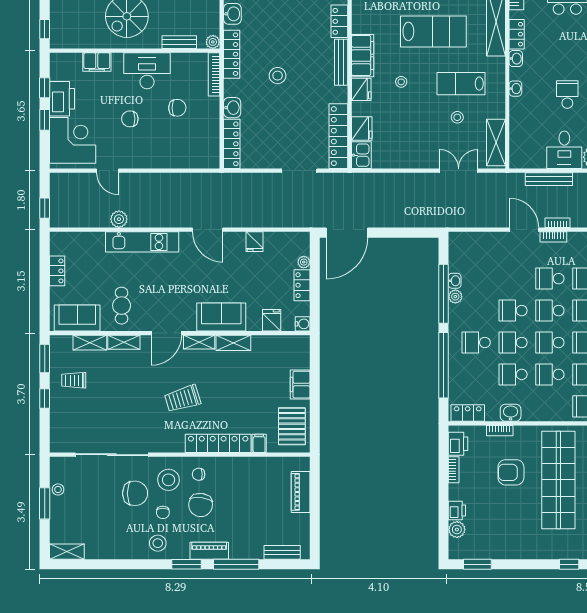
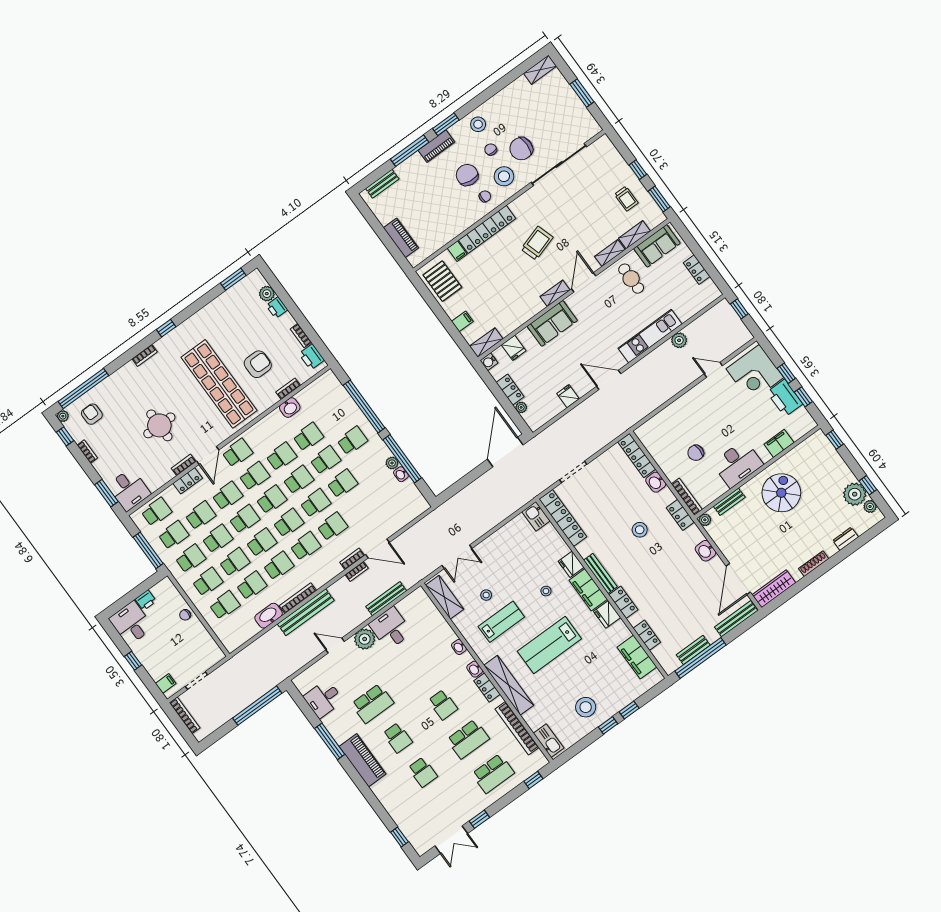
locker: (232, 54) -> (680, 515), width x0.66
school desk: (567, 94) -> (443, 705), moved
chair: (130, 119) -> (724, 419), removed
fridge: (362, 129) -> (607, 614), moved
shelving: (233, 343) -> (486, 342), moved
trolley: (74, 380) -> (626, 199), turned 90
filing cabinet: (300, 385) -> (462, 321), width x0.50
locker: (468, 413) -> (321, 385), removed
stool: (58, 489) -> (580, 110), removed

